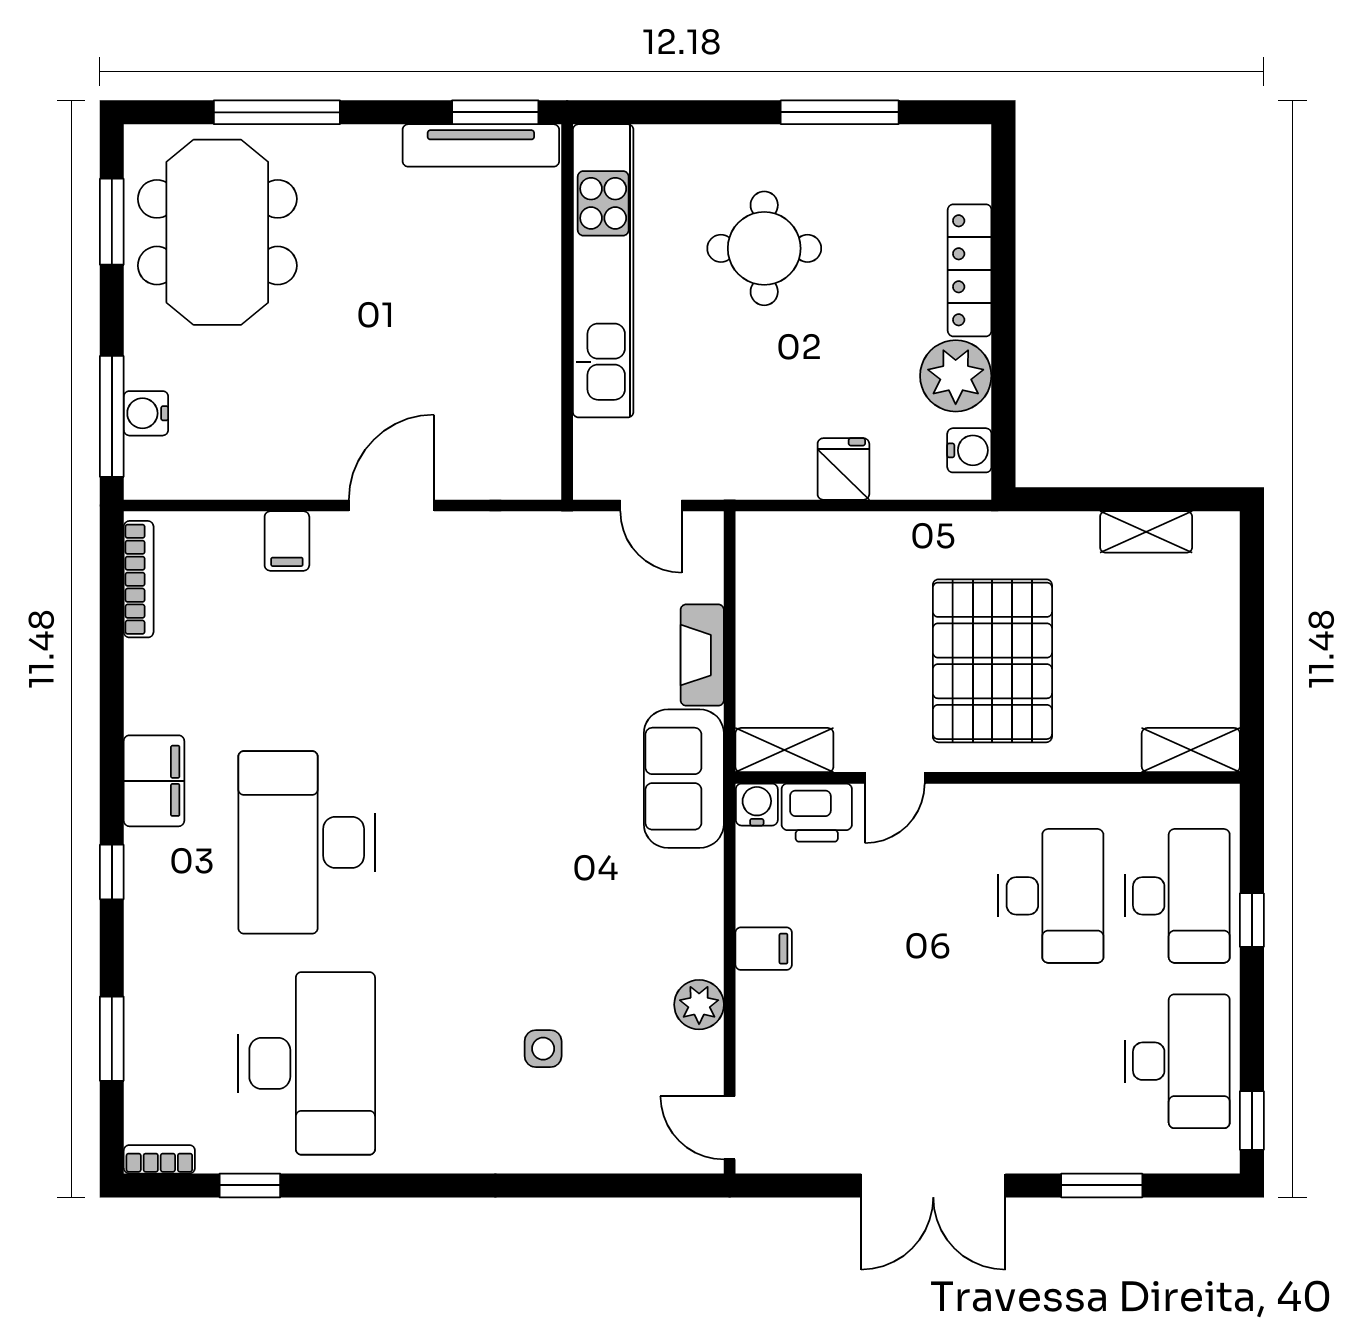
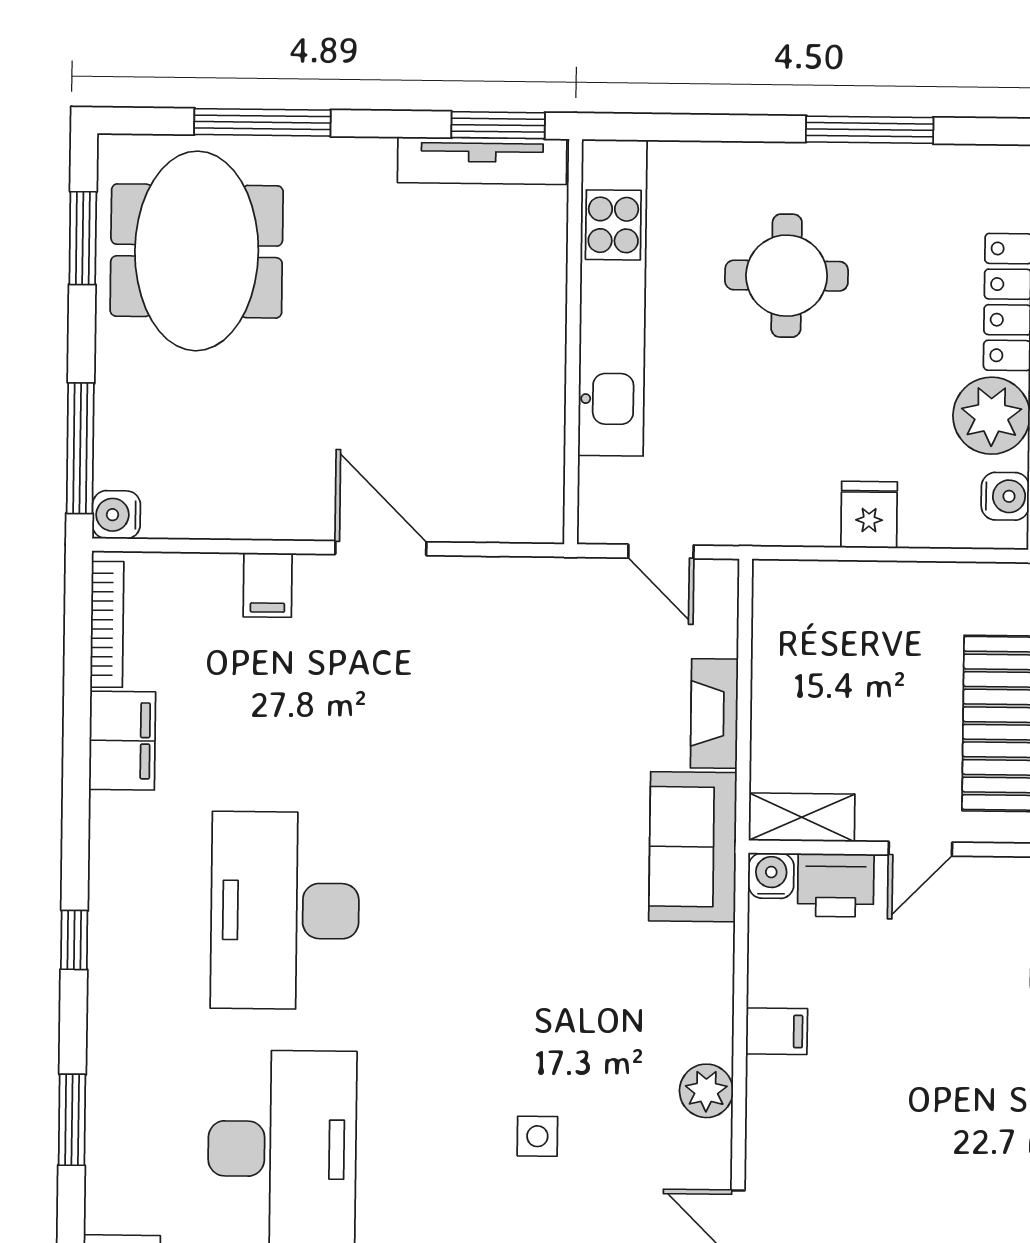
water cooler: (146, 413) -> (116, 515), moved
door: (391, 506) -> (381, 548), hinge flipped
filing cabinet: (154, 781) -> (122, 741), moved

